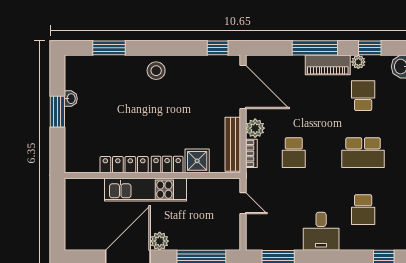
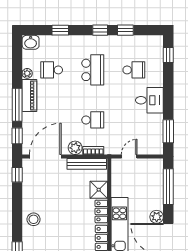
window: (370, 48) -> (17, 136), moved

